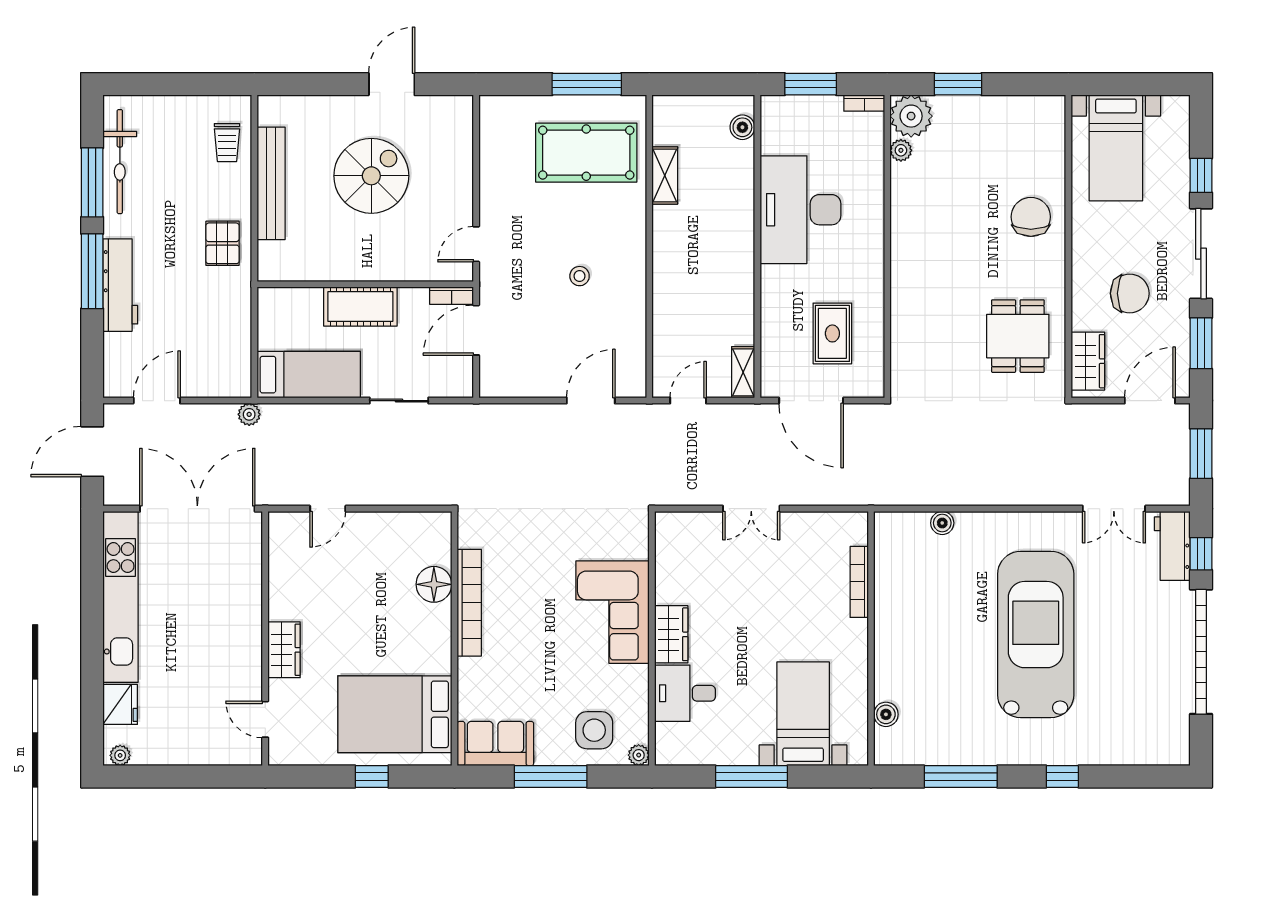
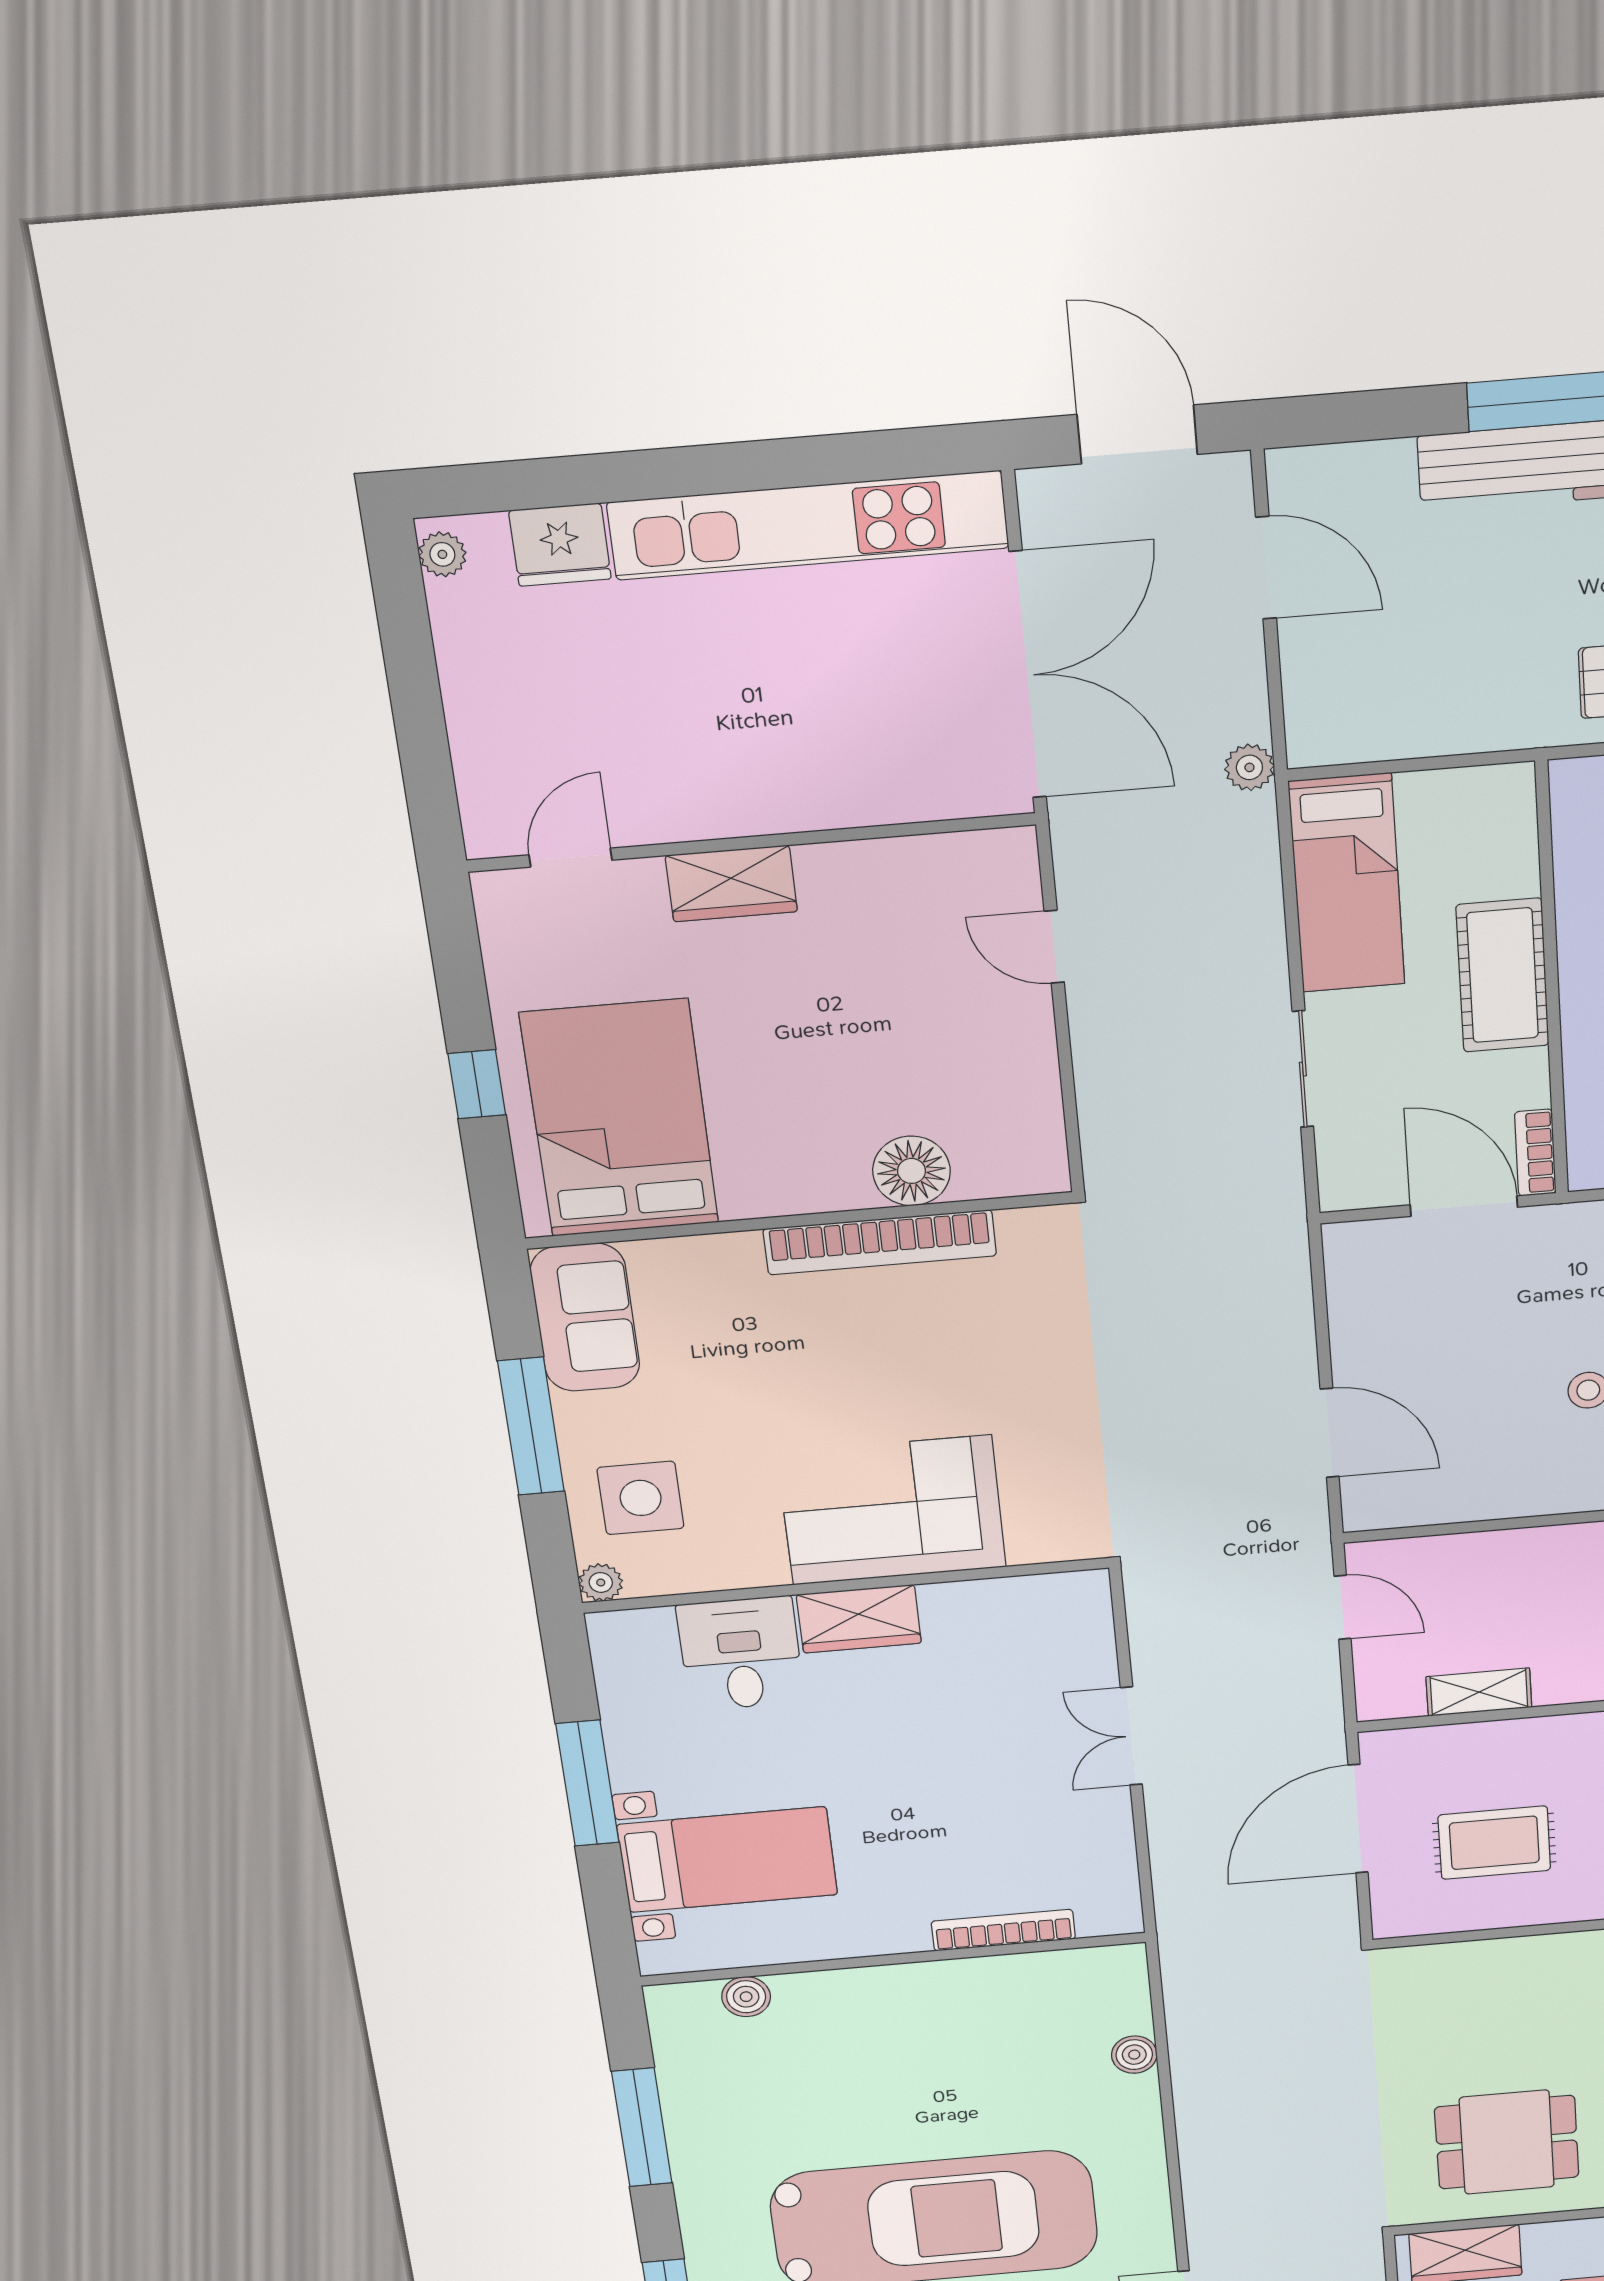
shelving: (743, 372) -> (1479, 1692), moved

